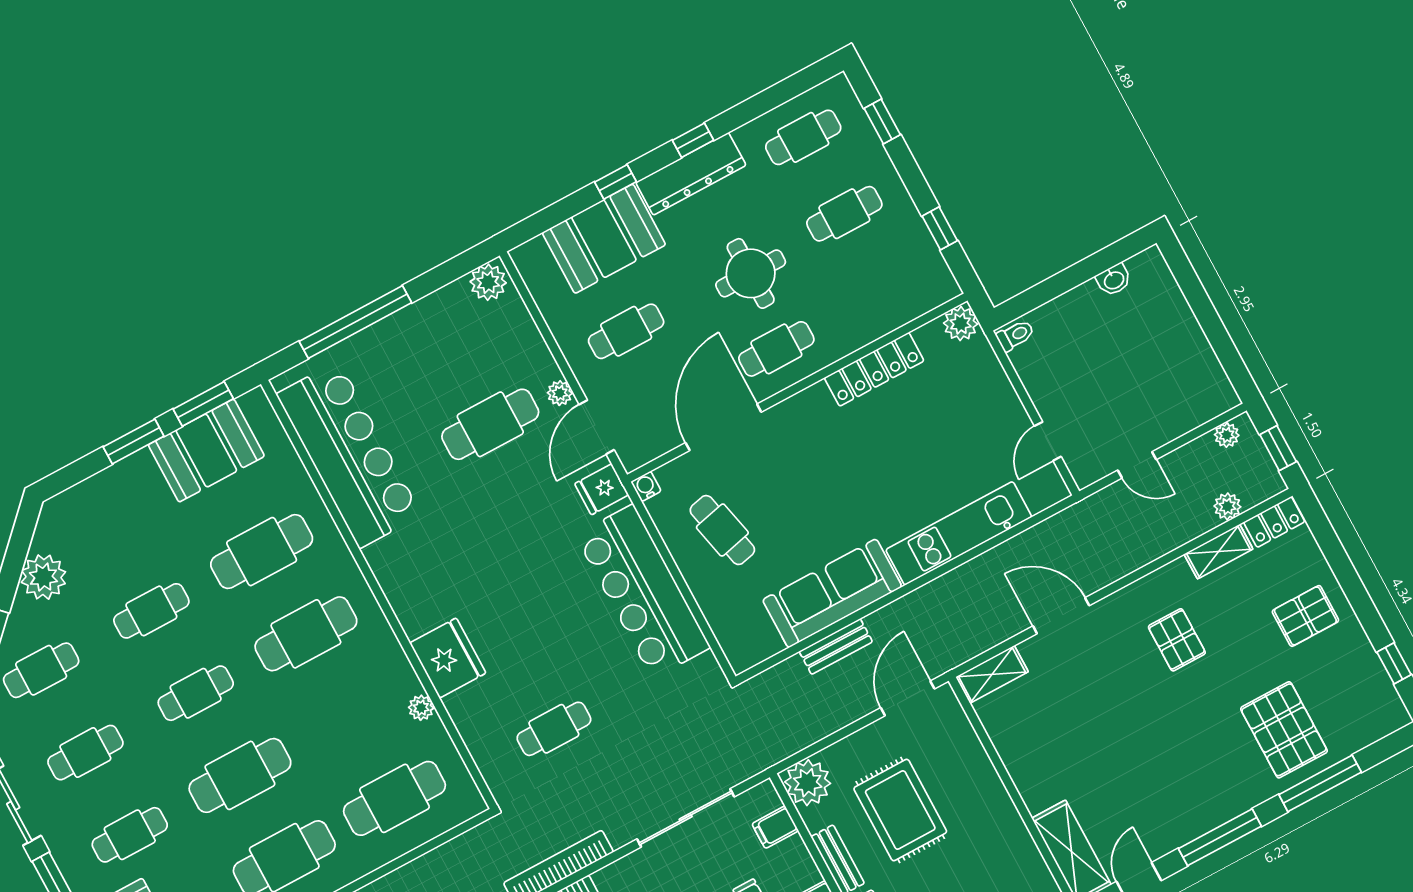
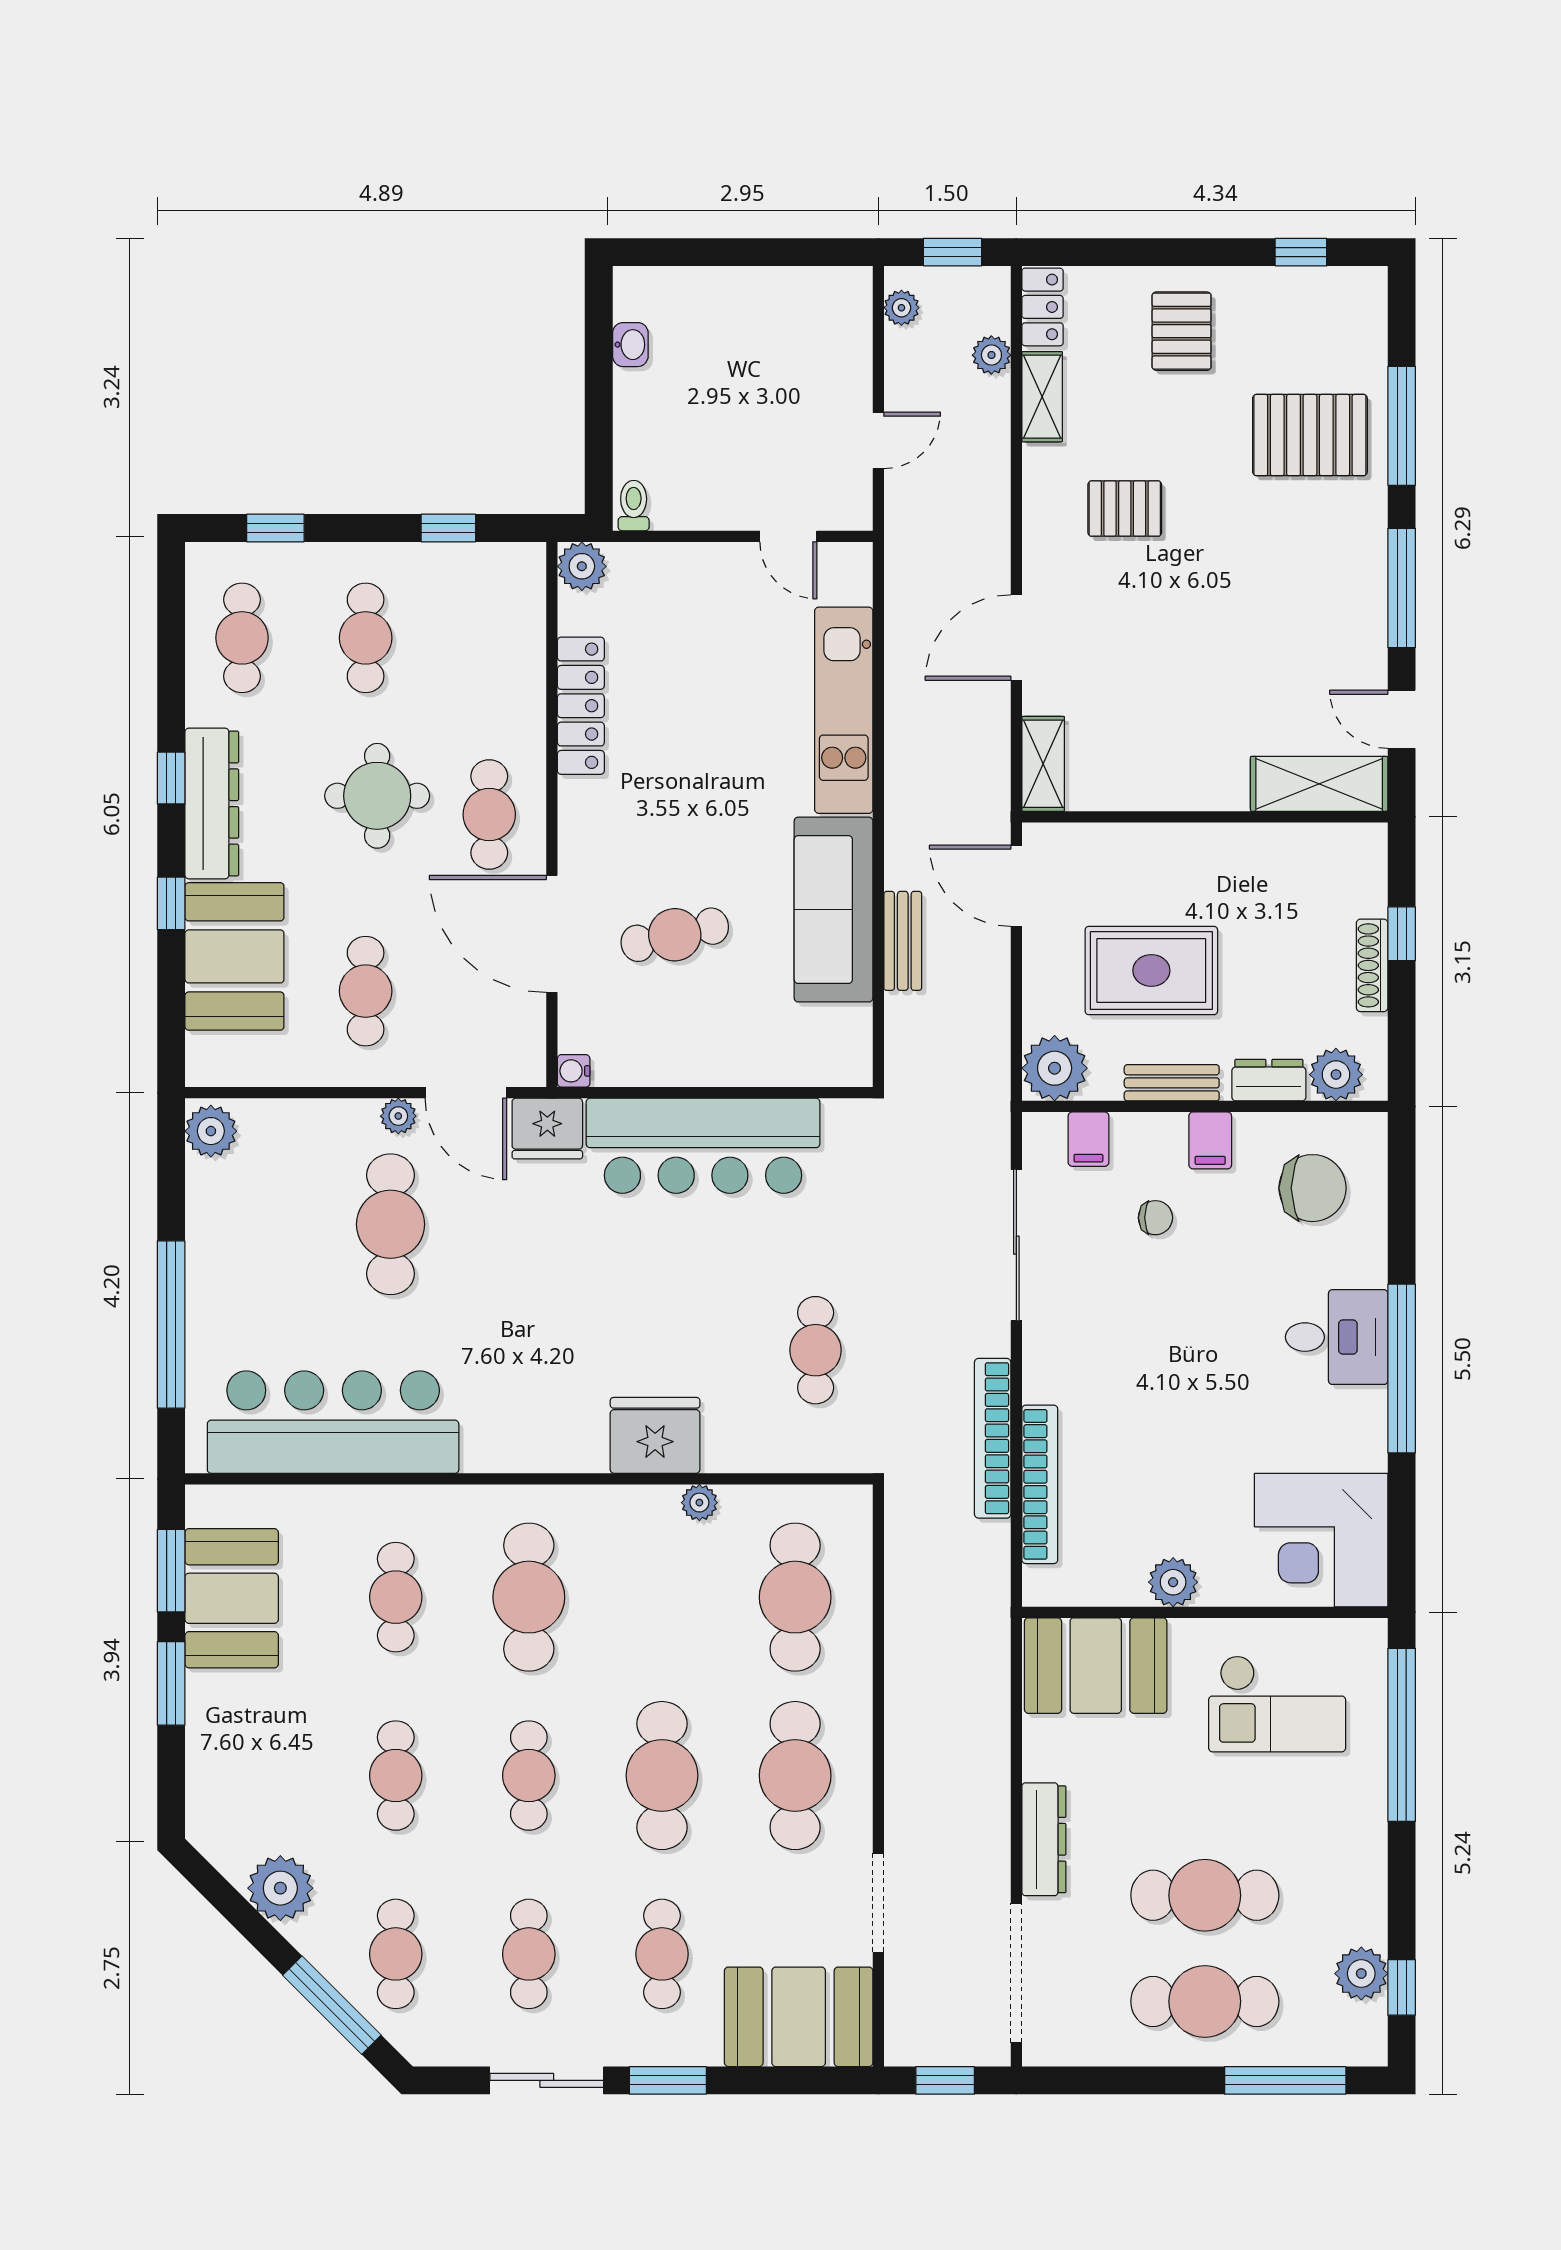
fridge: (602, 489) -> (547, 1129), width x1.38
cafe table: (722, 530) -> (675, 935), moved
cafe table: (262, 552) -> (396, 1597), width x0.73, depth x0.74

